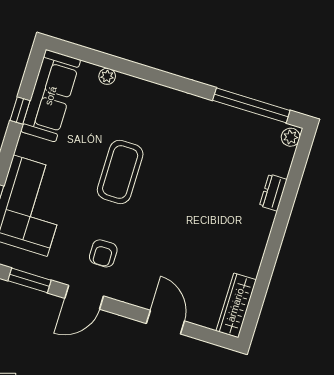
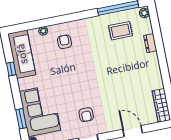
armchair: (133, 113) -> (65, 42), added
rug: (235, 145) -> (121, 31), added
coffee table: (120, 172) -> (74, 72), removed

